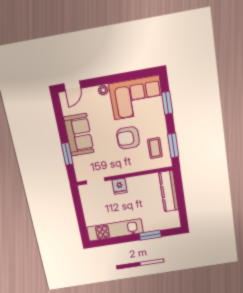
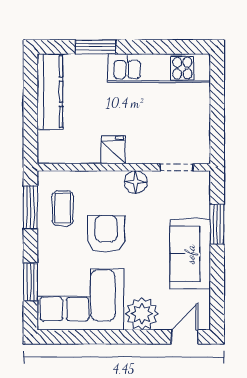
plant: (103, 90) -> (142, 314), width x1.88, depth x1.88
armchair: (128, 138) -> (106, 234), turned -90
floor lamp: (117, 169) -> (136, 182), added
fridge: (120, 186) -> (113, 150), moved
kitchen counter: (169, 191) -> (50, 92), moved

